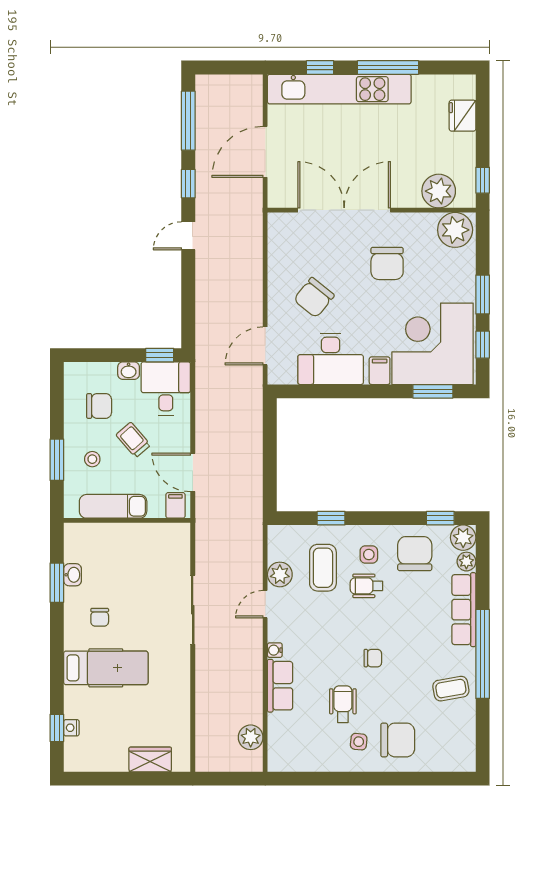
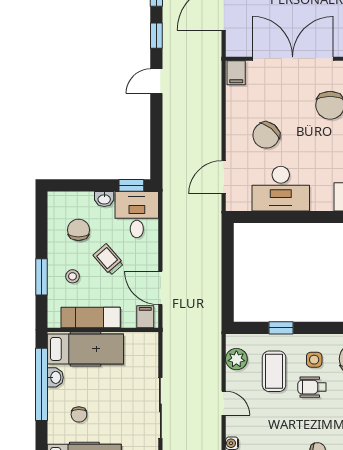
filing cabinet: (380, 371) -> (236, 73), moved, turned 180
chair: (99, 406) -> (78, 230), turned -90
hospital bed: (107, 542) -> (85, 349), added
plant: (280, 574) -> (236, 359), moved
window: (57, 583) -> (42, 384), width x2.11
door: (265, 604) -> (224, 403), swing flipped

